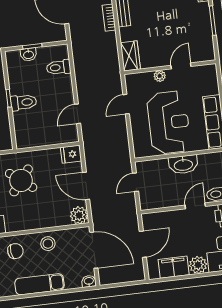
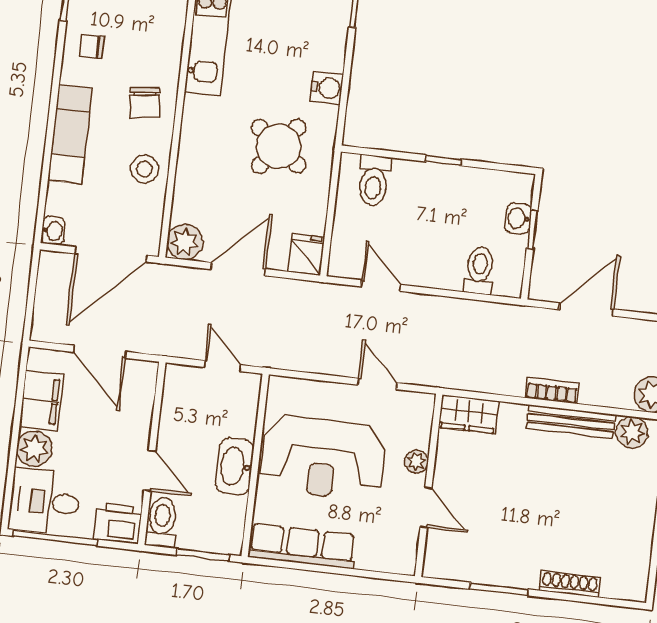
toilet: (24, 102) -> (374, 181), moved

